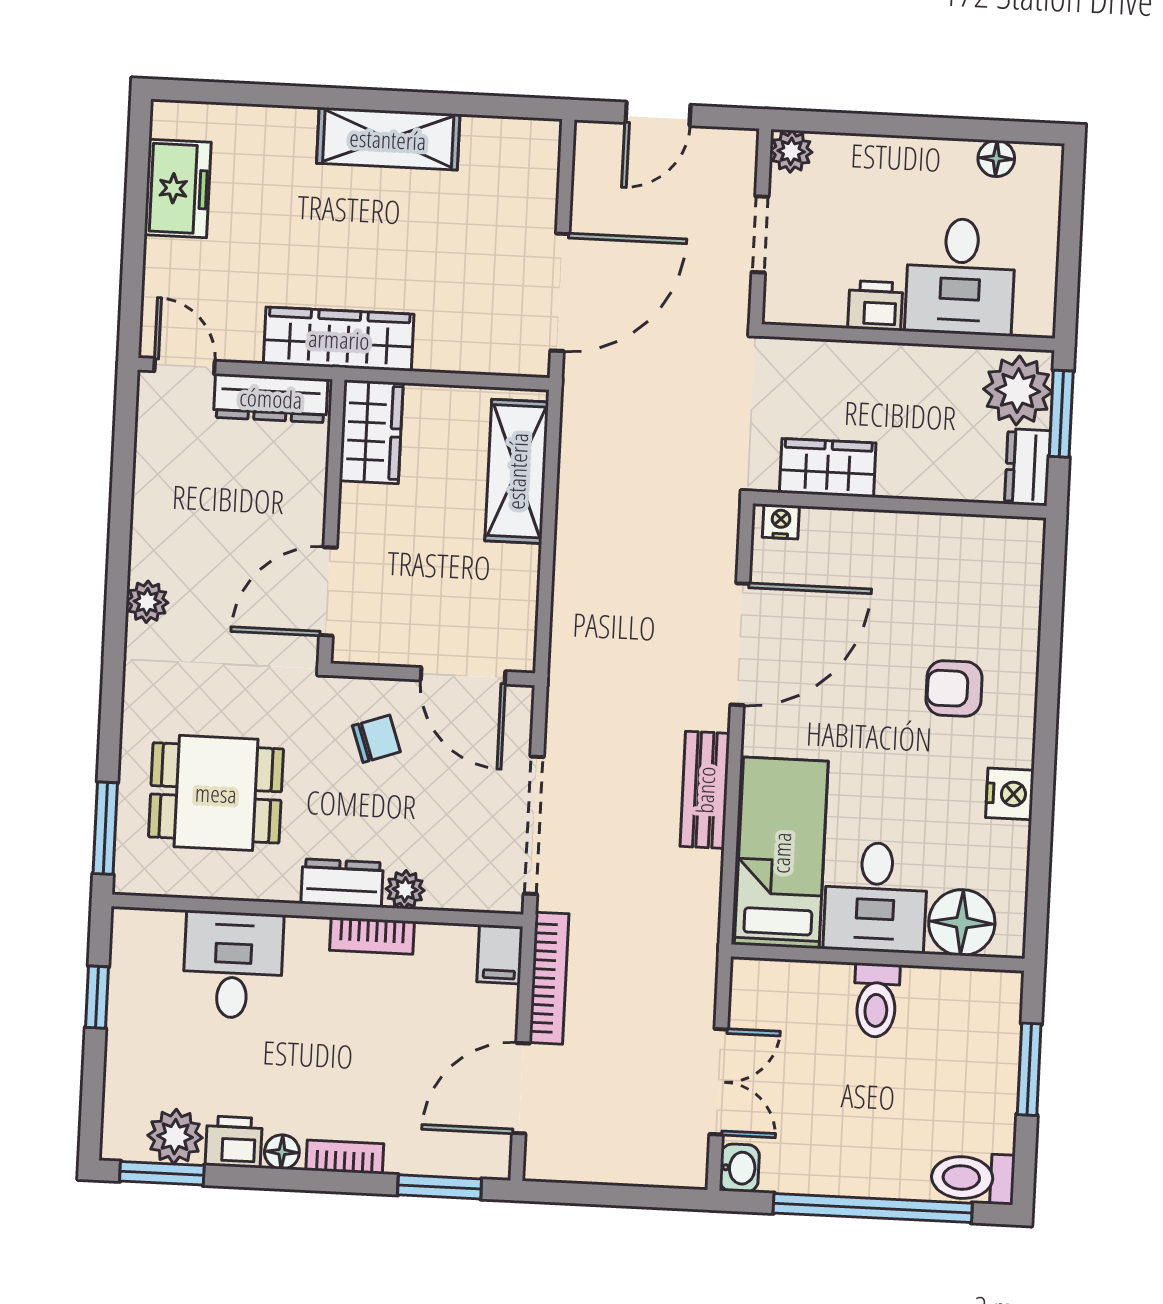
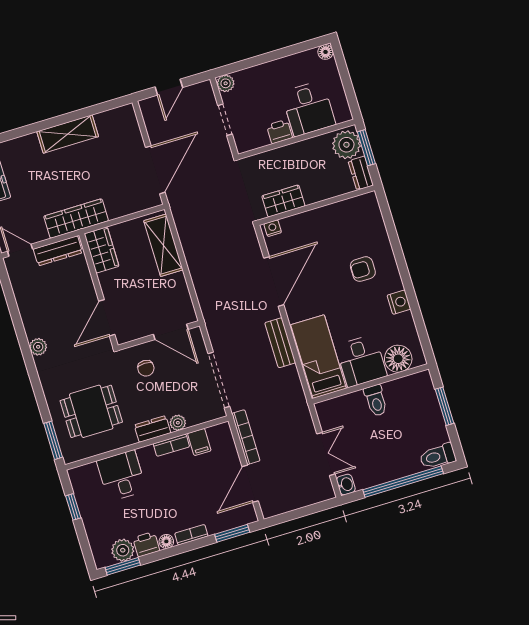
floor lamp: (996, 158) -> (325, 52), moved
chair: (376, 739) -> (146, 368), turned 109
filing cabinet: (500, 954) -> (199, 442), moved

